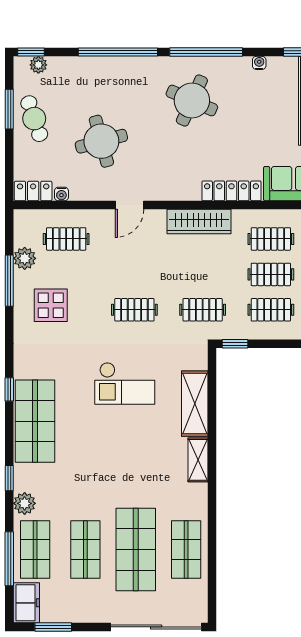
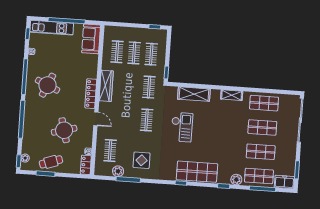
locker: (231, 191) -> (91, 94), moved
shelving: (198, 460) -> (232, 95), moved
shop shelf: (136, 549) -> (262, 127), width x0.70, depth x0.74

